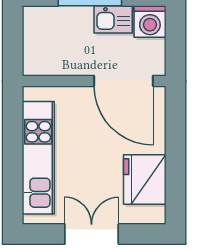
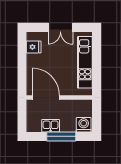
washing machine: (150, 22) -> (84, 125), moved
fridge: (145, 180) -> (34, 47), width x0.53, depth x0.75

